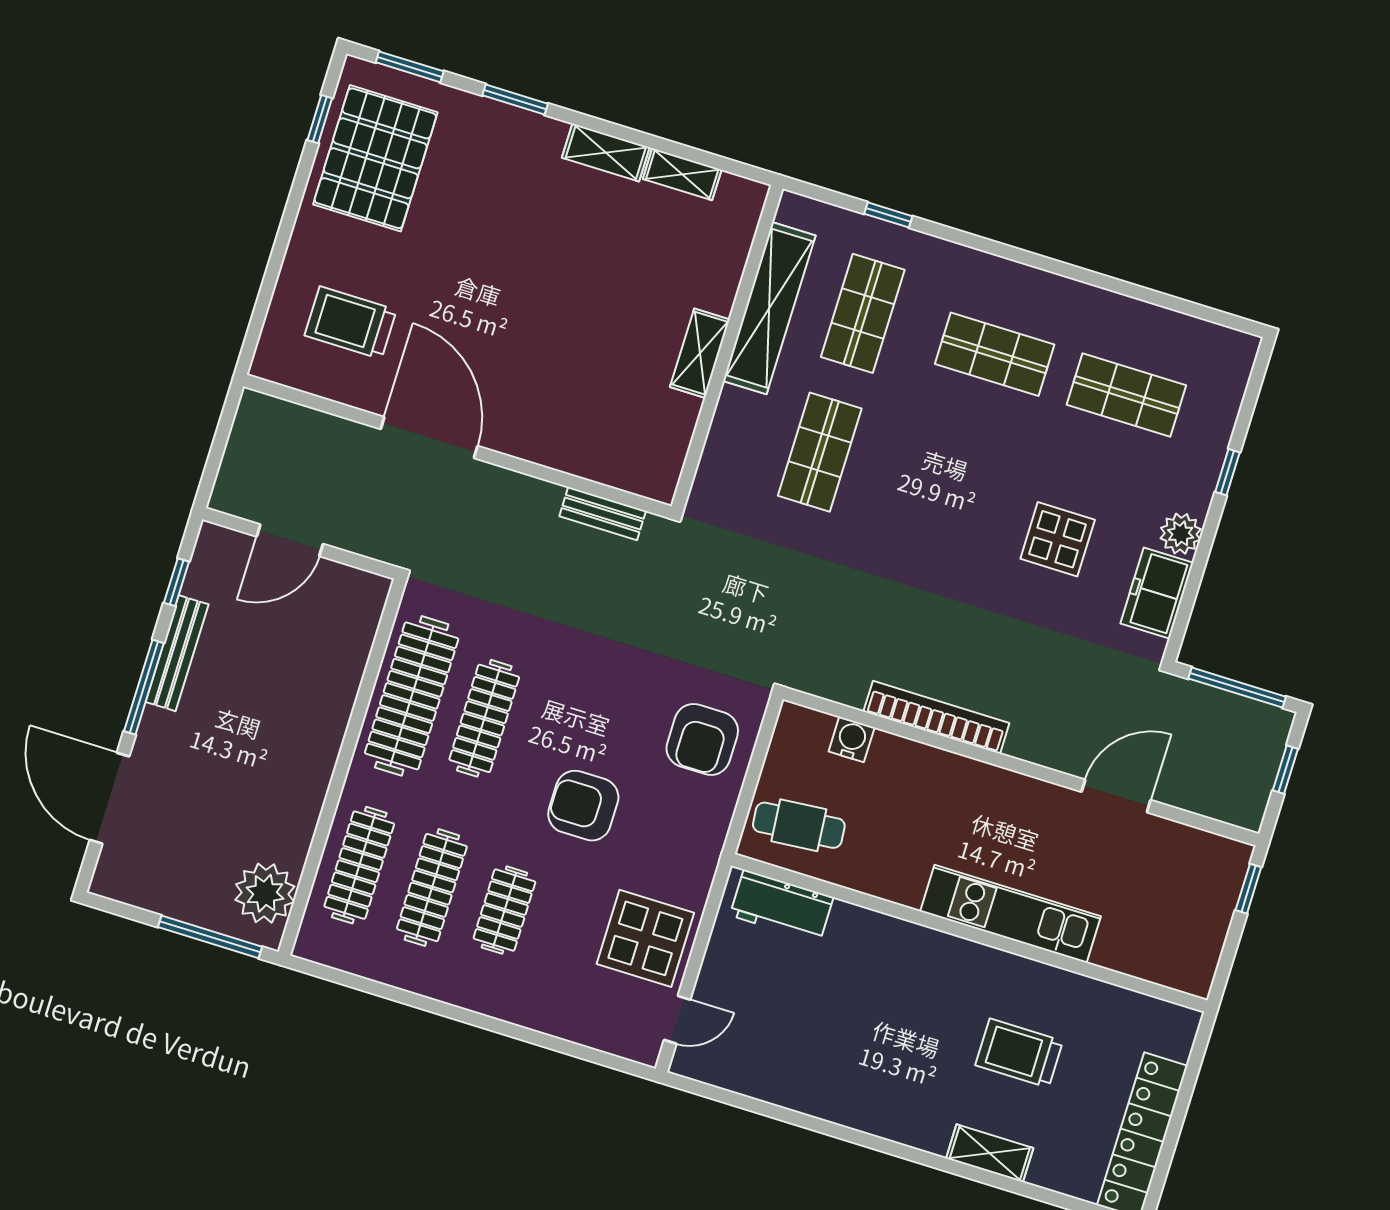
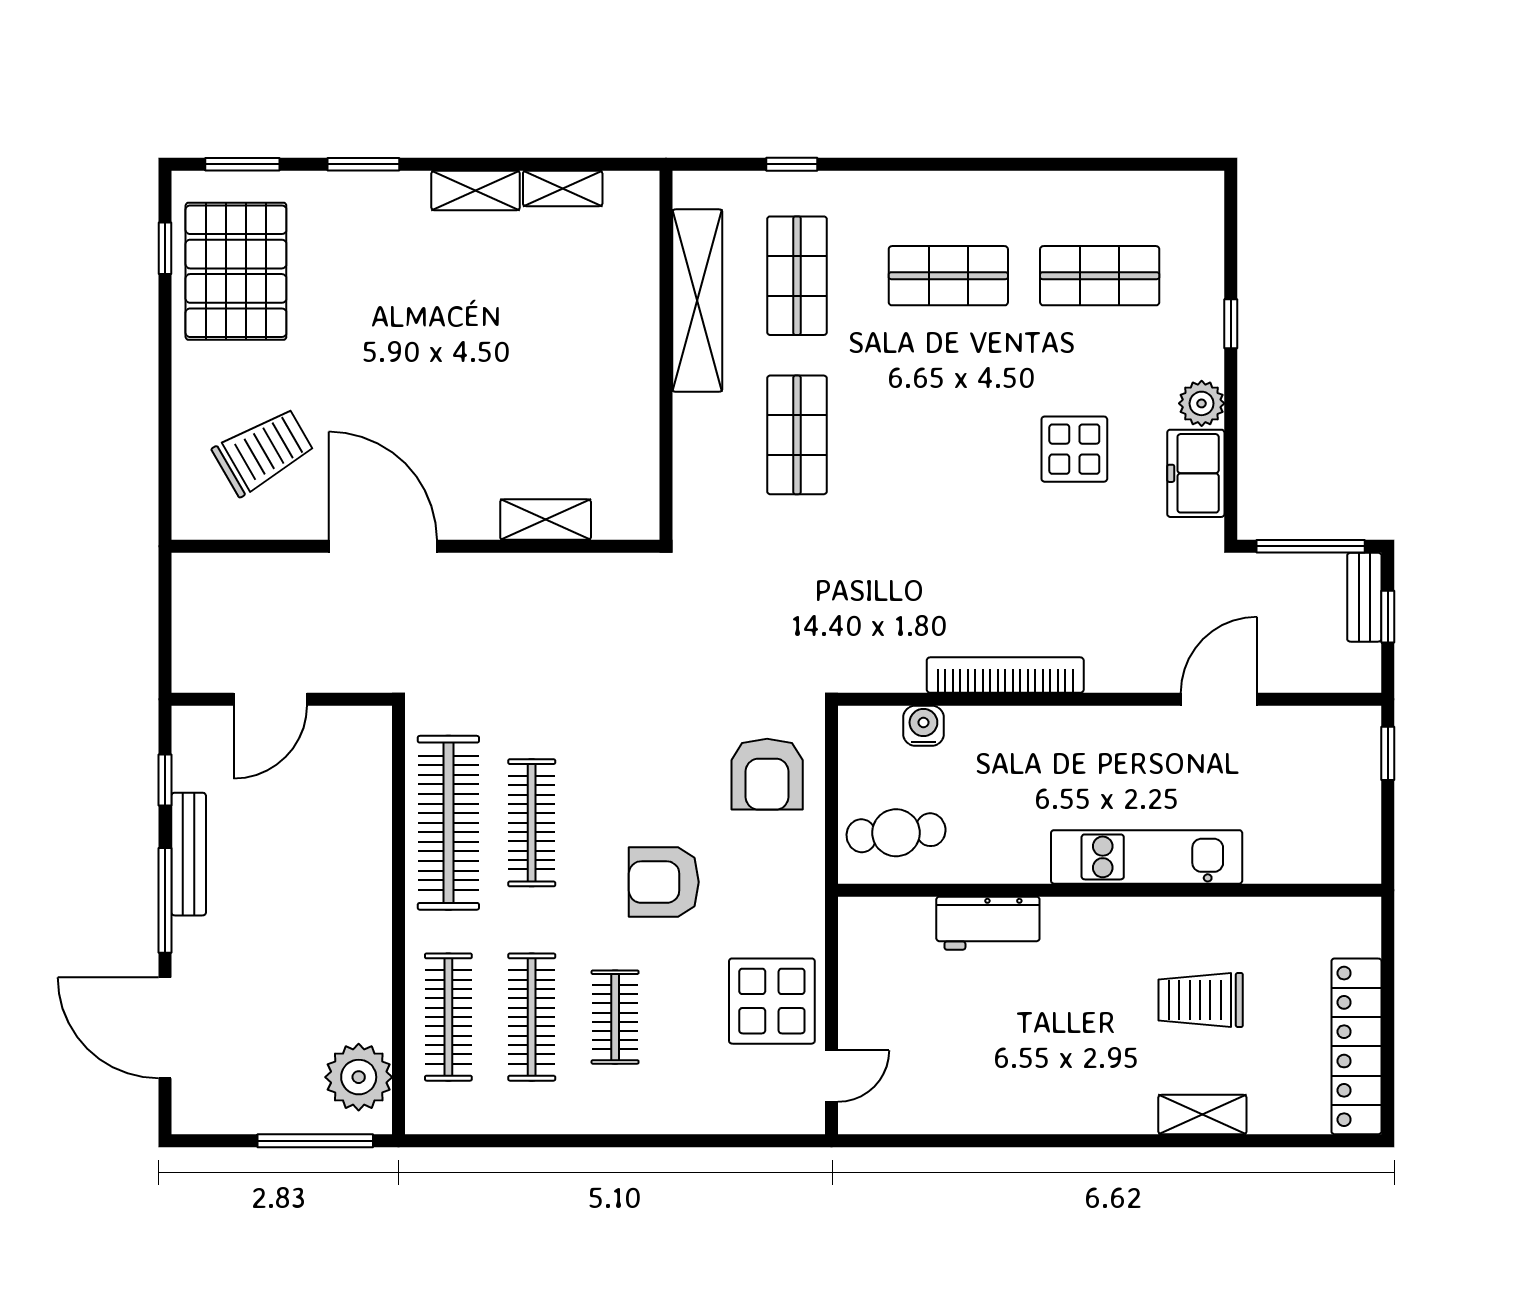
trolley: (351, 323) -> (263, 452), turned 150
shelving: (700, 353) -> (546, 520), moved, turned 90
bench: (603, 513) -> (1364, 597), moved, turned 90
workbench: (782, 906) -> (988, 923), moved

